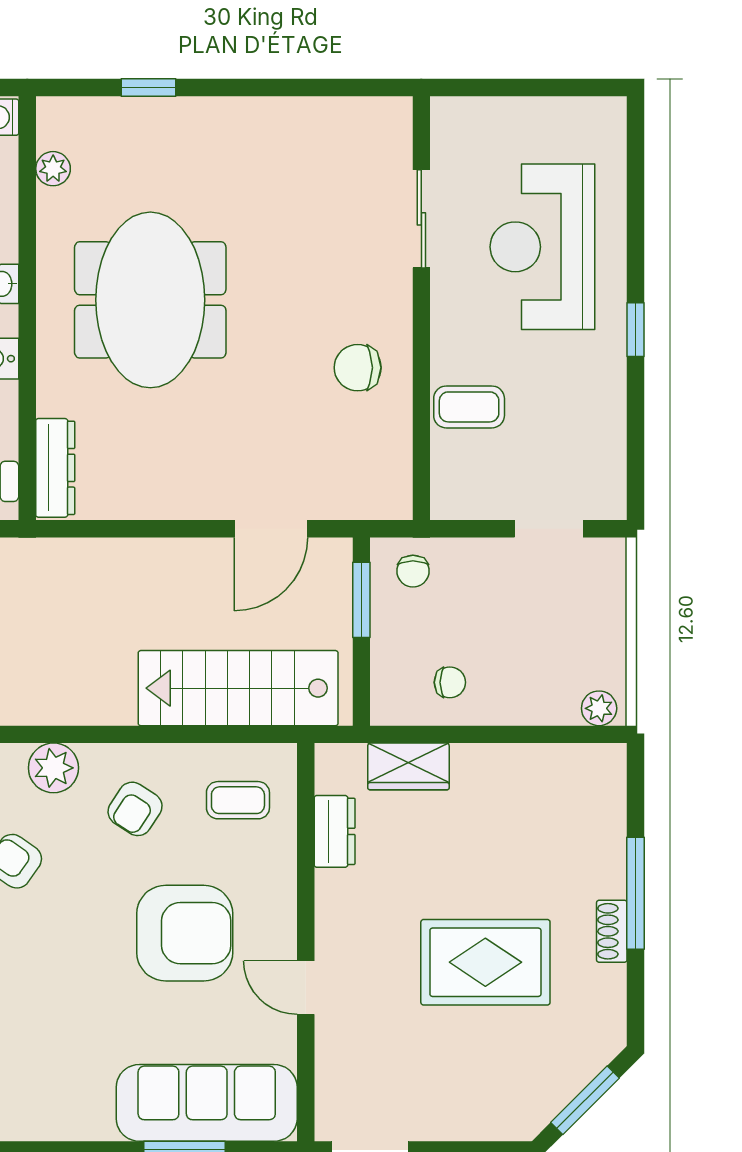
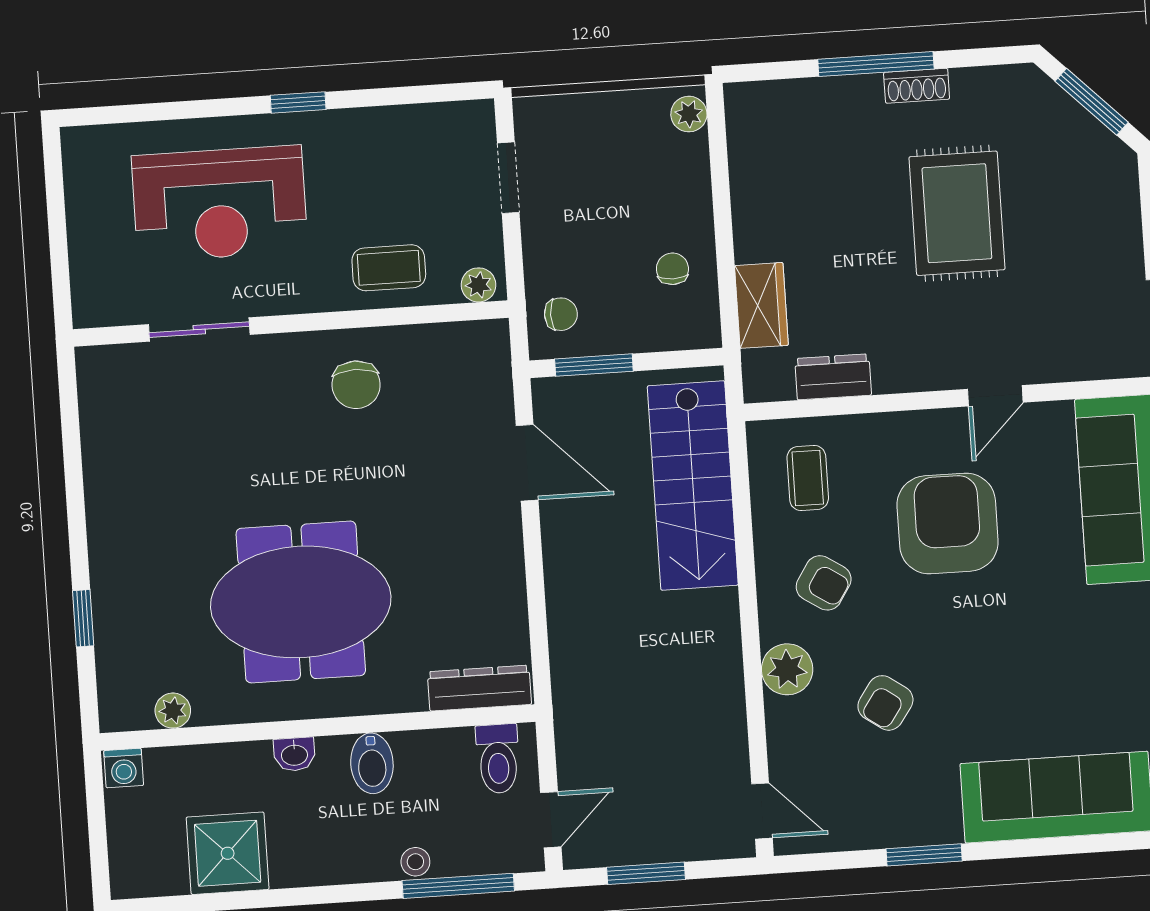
coffee table: (469, 407) -> (389, 268), turned 90
plant: (447, 493) -> (479, 285), added

